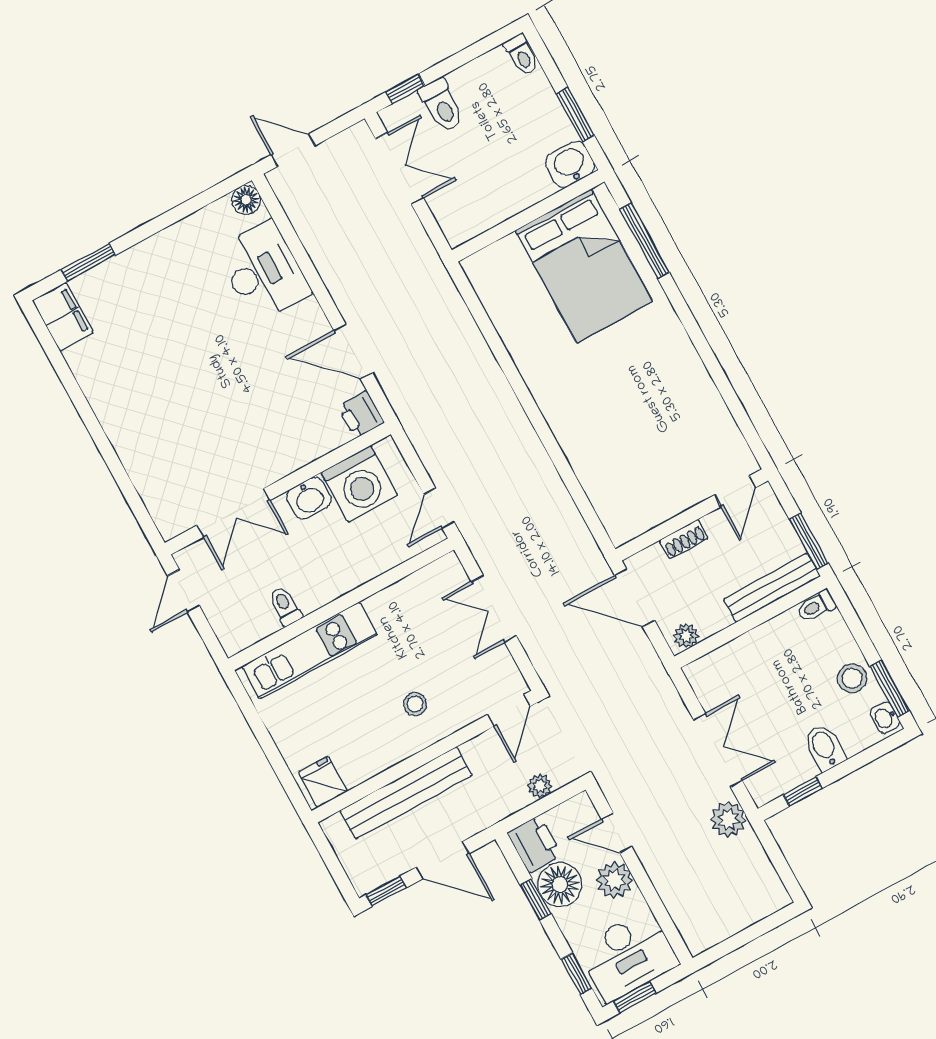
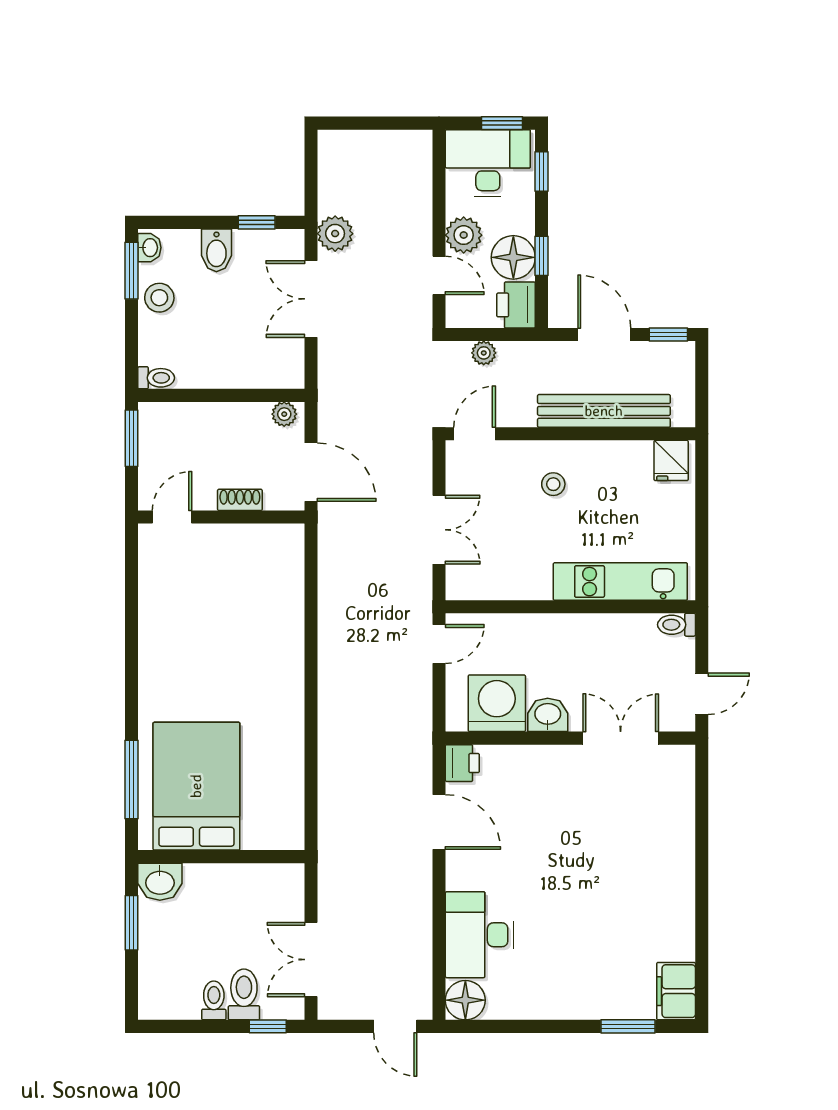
toilet: (522, 55) -> (214, 1000), moved
floor lamp: (246, 200) -> (465, 1000), width x1.38, depth x1.38
bench: (772, 588) -> (186, 415), removed
toilet: (285, 606) -> (677, 625), moved, turned 90

